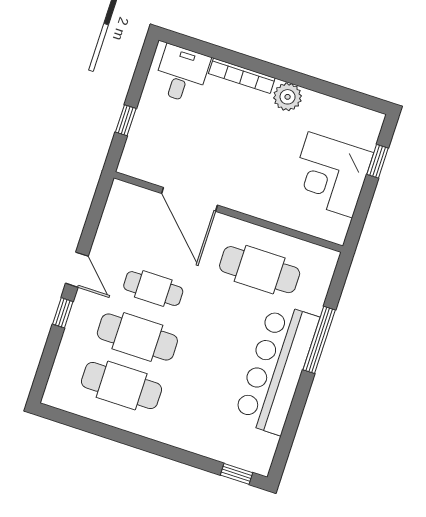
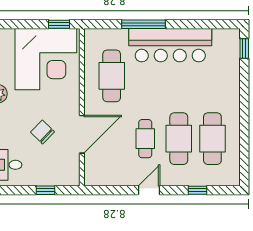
chair: (211, 143) -> (43, 132), added
window: (378, 161) -> (59, 24), moved
corner desk: (330, 175) -> (46, 59), width x1.36, depth x1.36
window: (63, 313) -> (197, 190), moved

